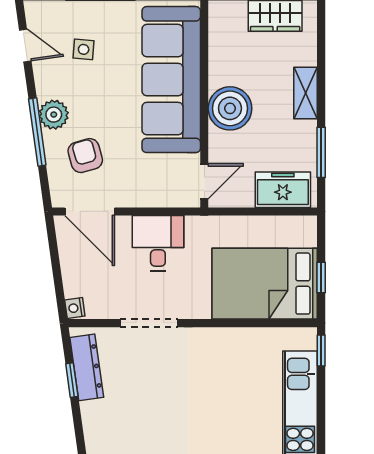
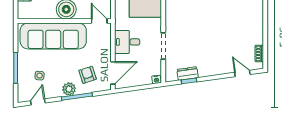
armchair: (85, 156) -> (88, 75), turned 88
dresser: (87, 367) -> (188, 73), width x0.70

